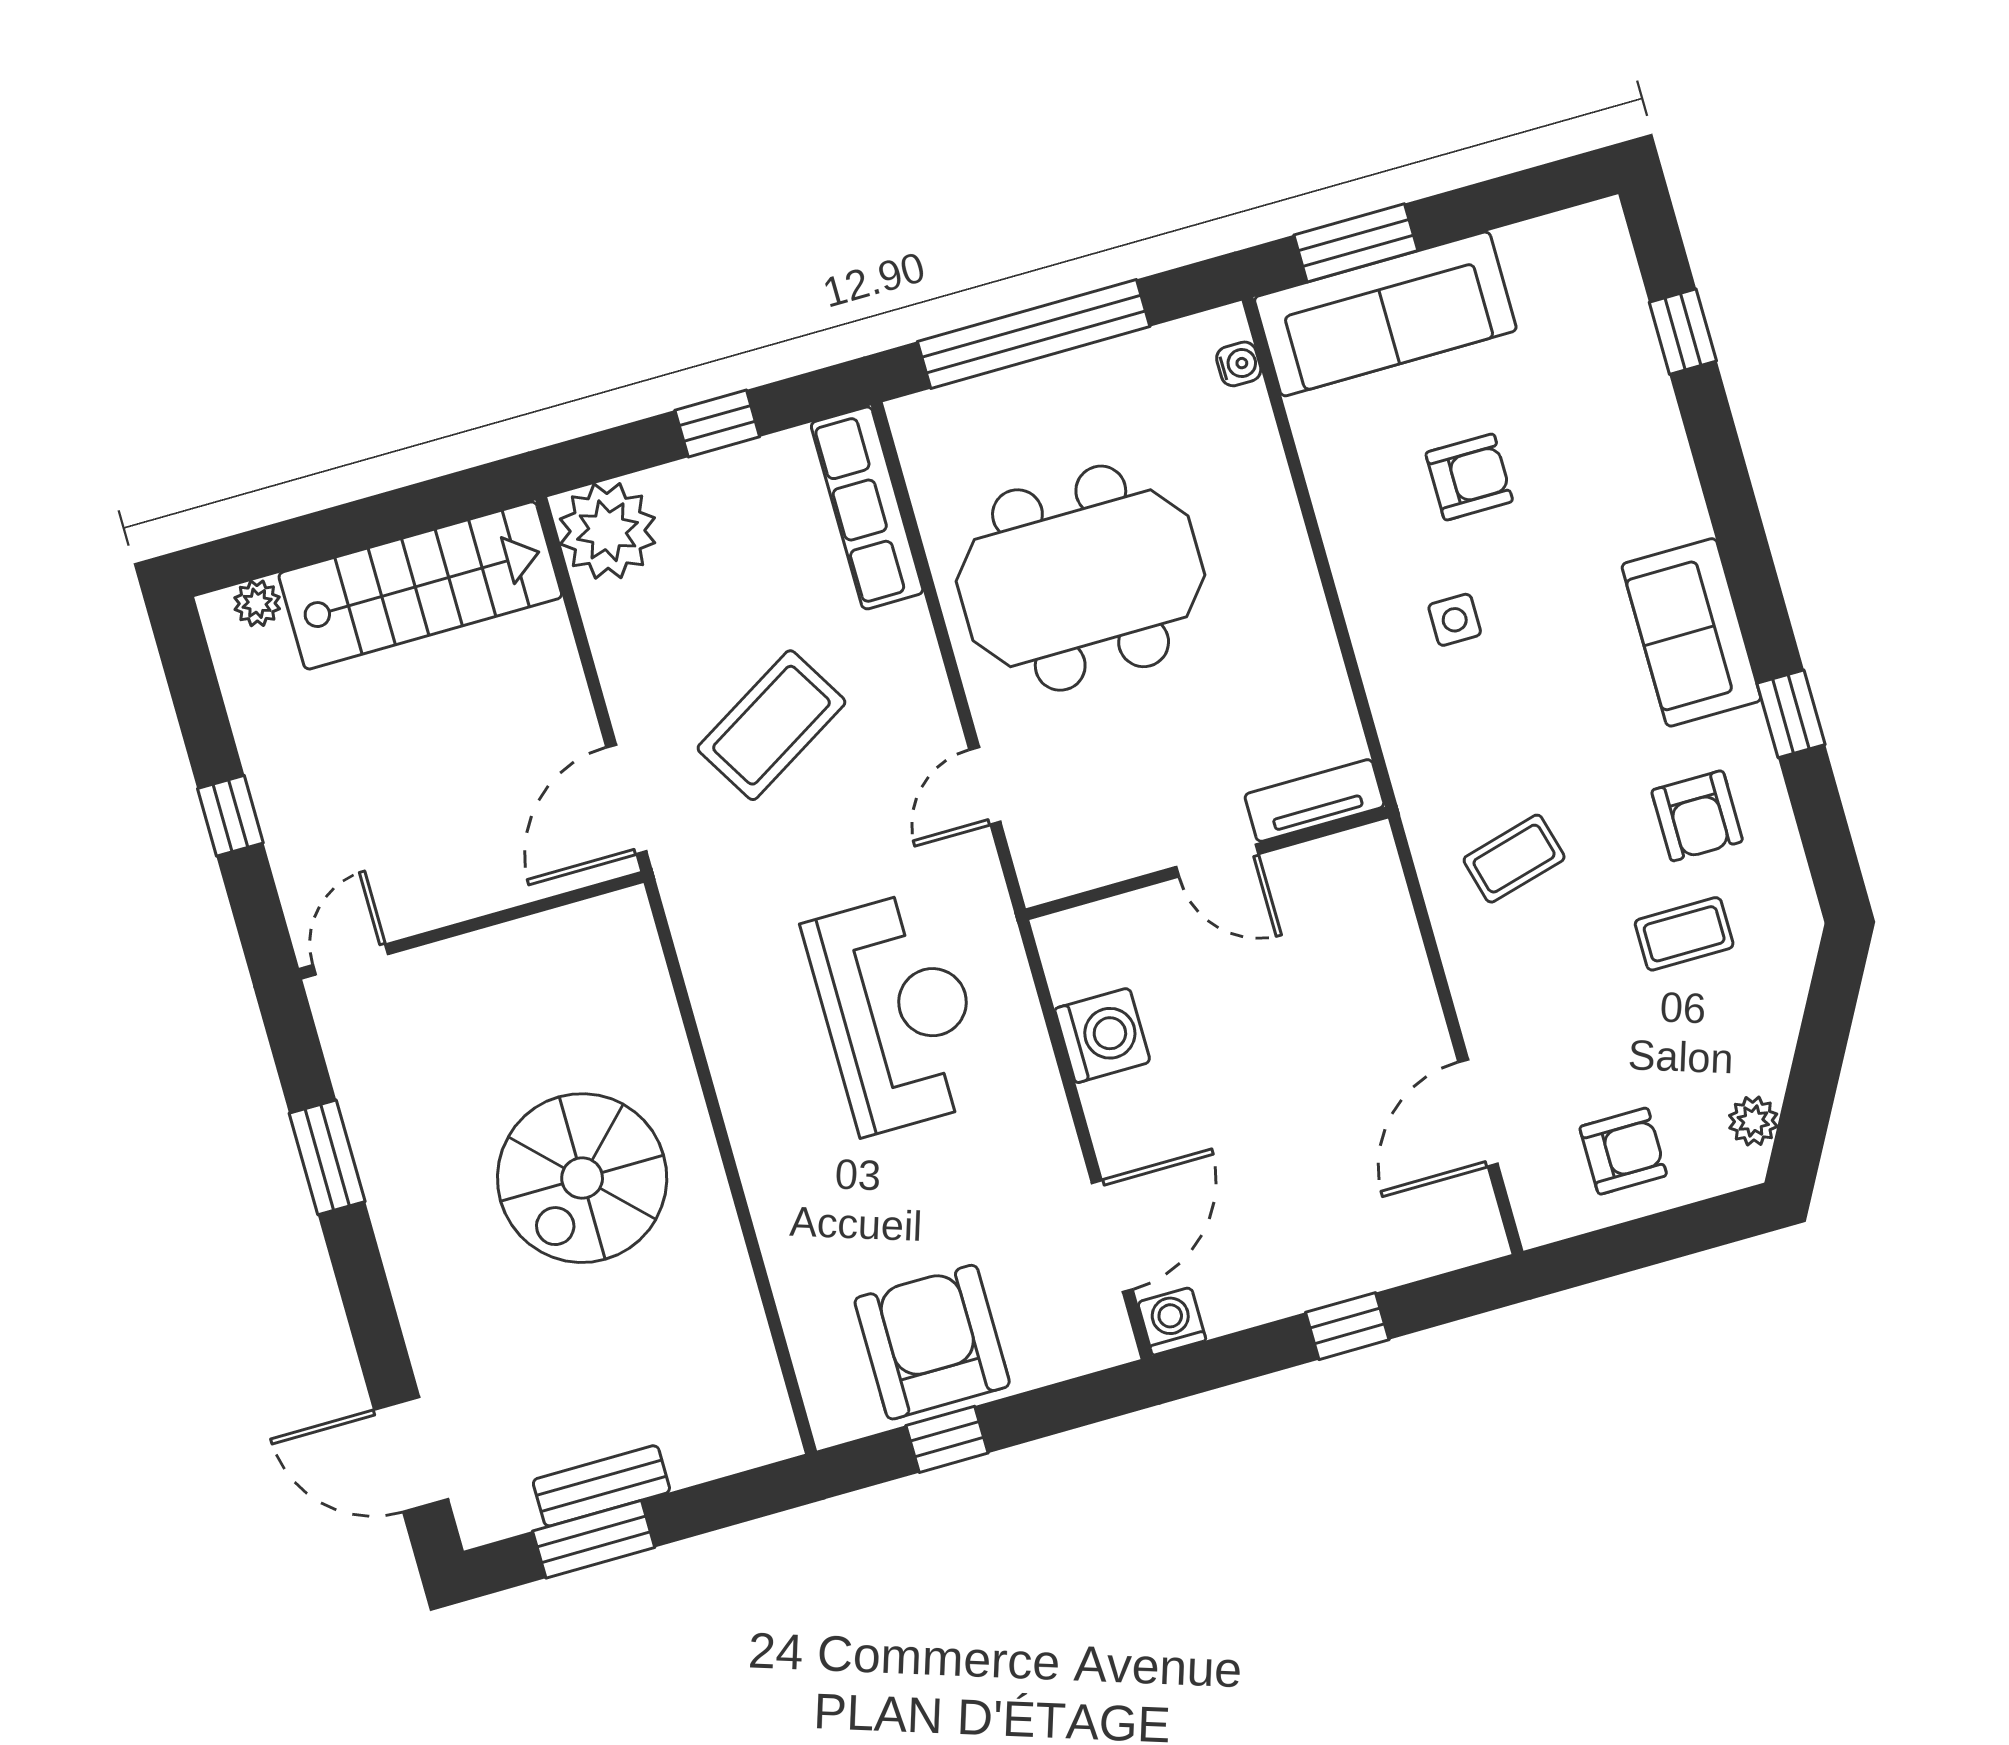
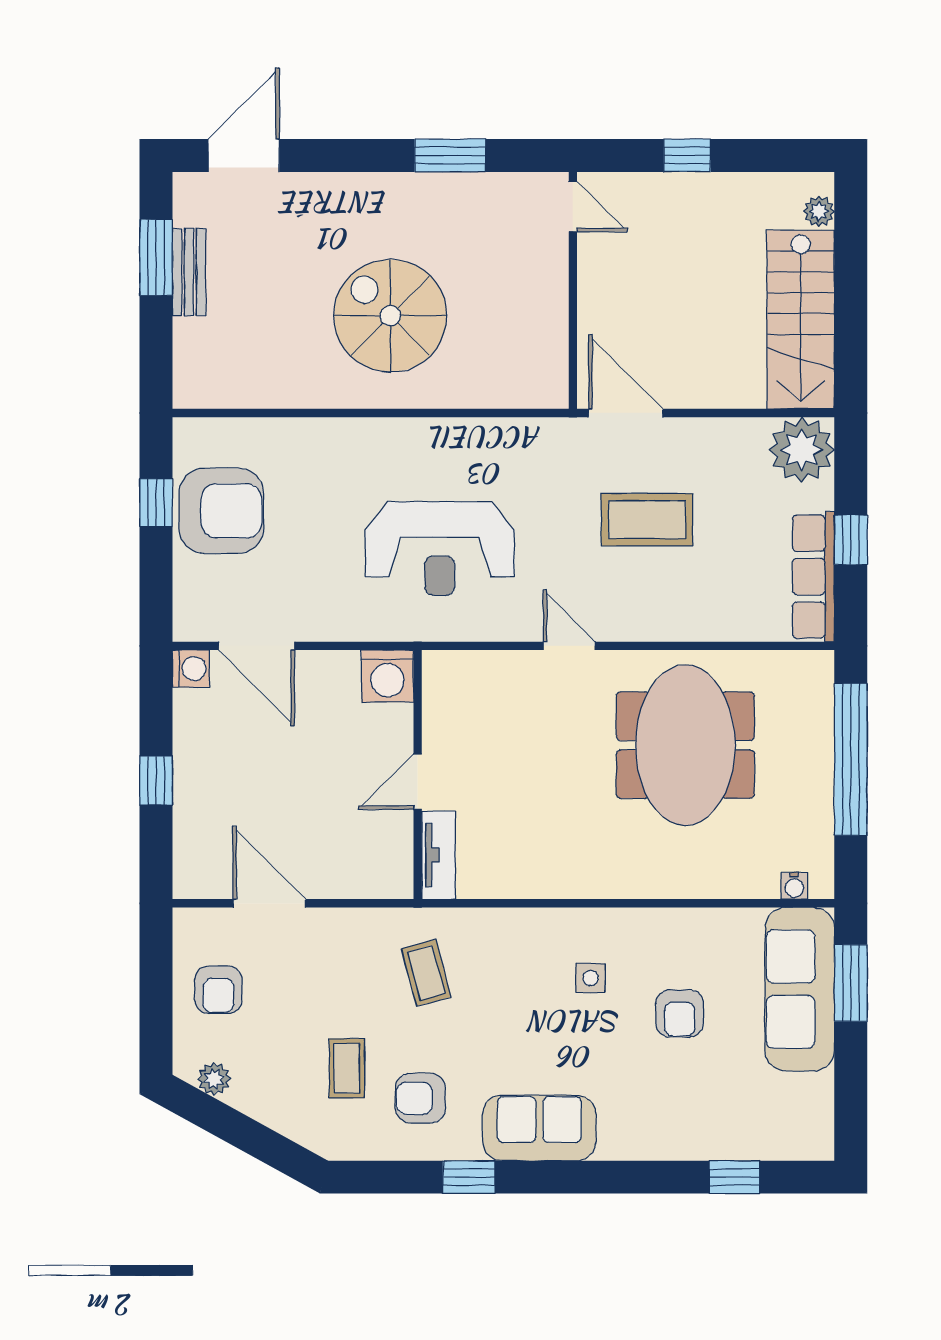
row of seats: (867, 508) -> (813, 577), moved, turned -90
coffee table: (771, 725) -> (647, 520), turned -59
tv unit: (1314, 800) -> (439, 855), moved
door: (1217, 861) -> (418, 782), moved
wall: (1207, 863) -> (418, 775), moved

